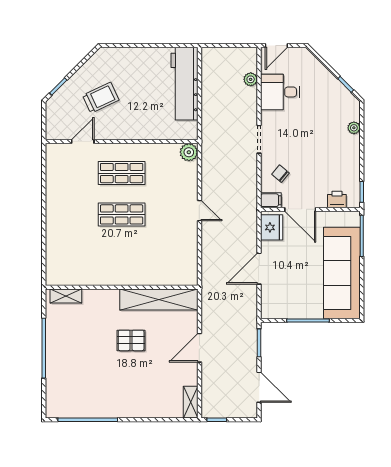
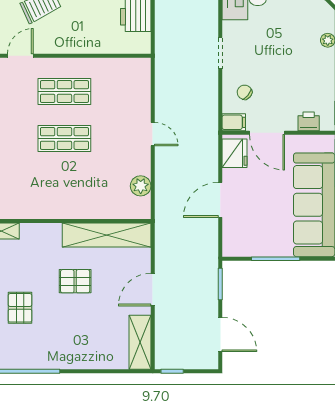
plant: (189, 152) -> (141, 186), moved
pallet: (82, 364) -> (20, 308), added
shelving: (191, 402) -> (140, 342), width x1.50, depth x1.33

